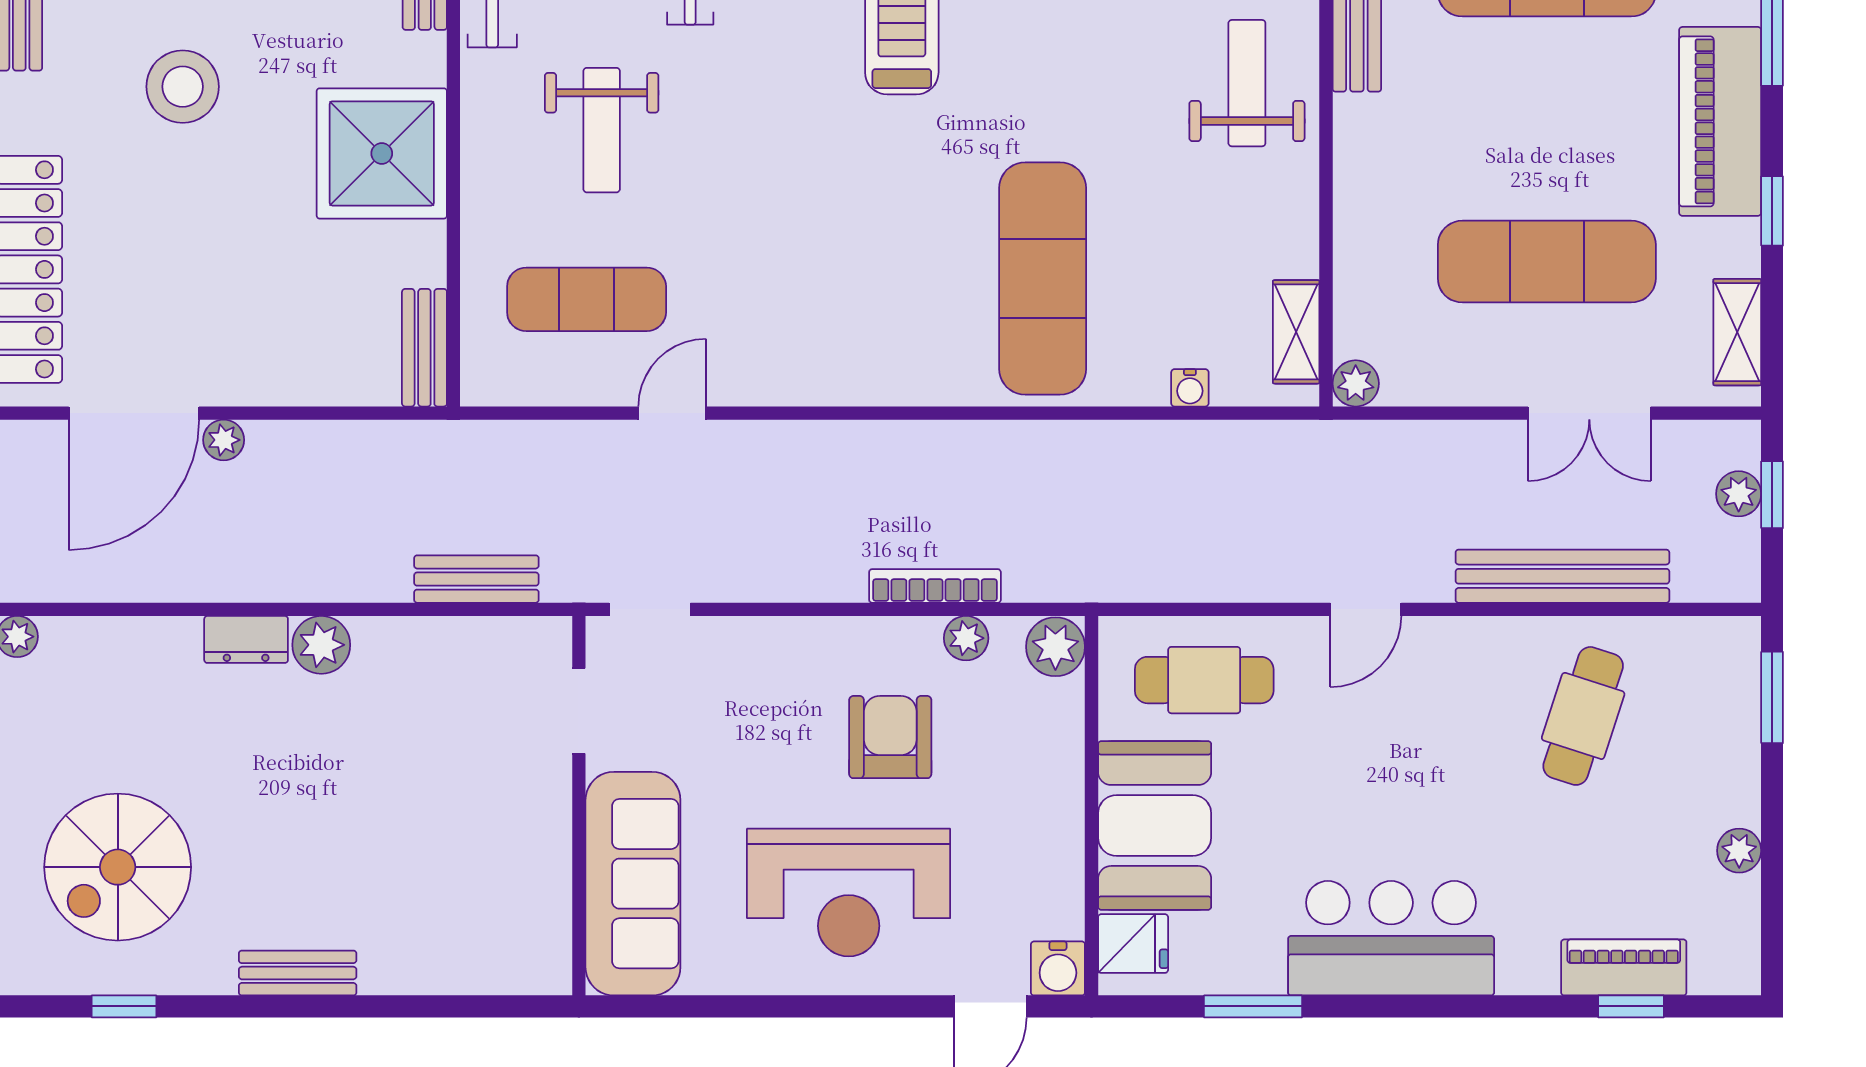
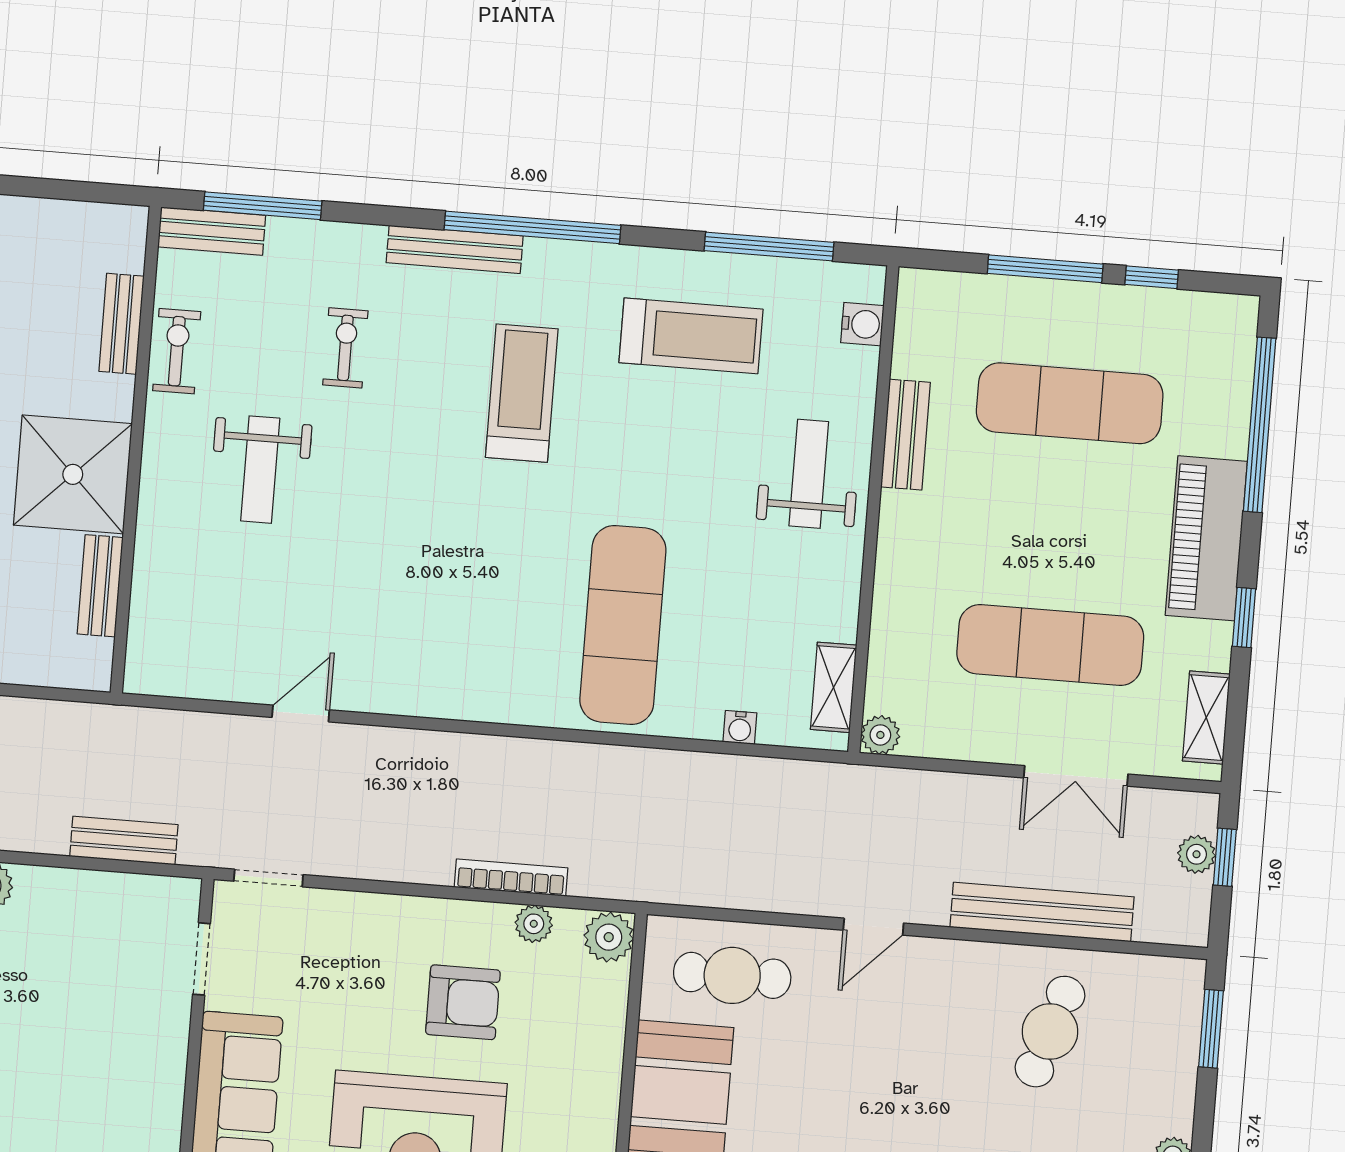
exercise mat: (587, 299) -> (236, 612), removed
bench: (424, 348) -> (100, 586), moved
armchair: (890, 737) -> (463, 1002), turned 90

